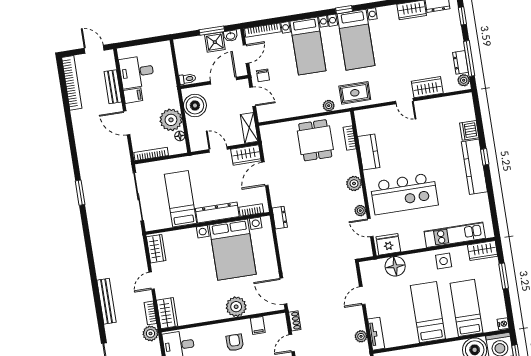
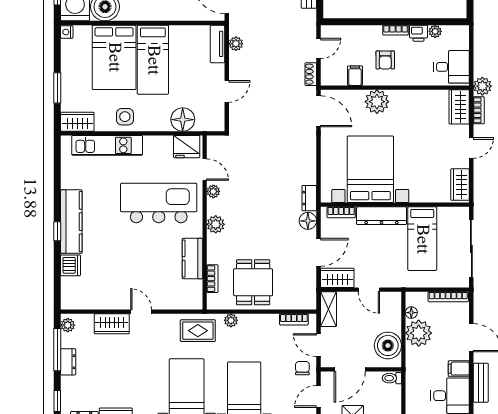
dresser: (461, 62) -> (68, 362), moved
bookcase: (276, 115) -> (294, 319), added
floor lamp: (278, 199) -> (308, 221), added
bed: (466, 308) -> (114, 57), width x1.50

